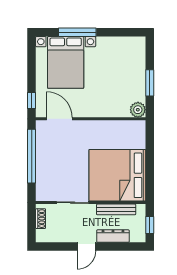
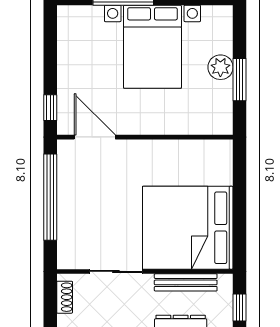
bed with nightstands: (66, 62) -> (152, 47), moved
plant: (138, 110) -> (220, 67), moved

